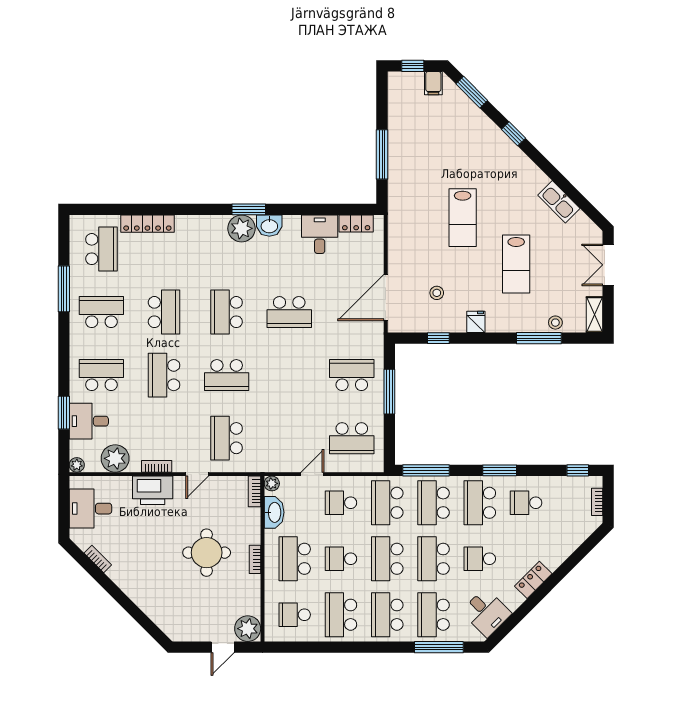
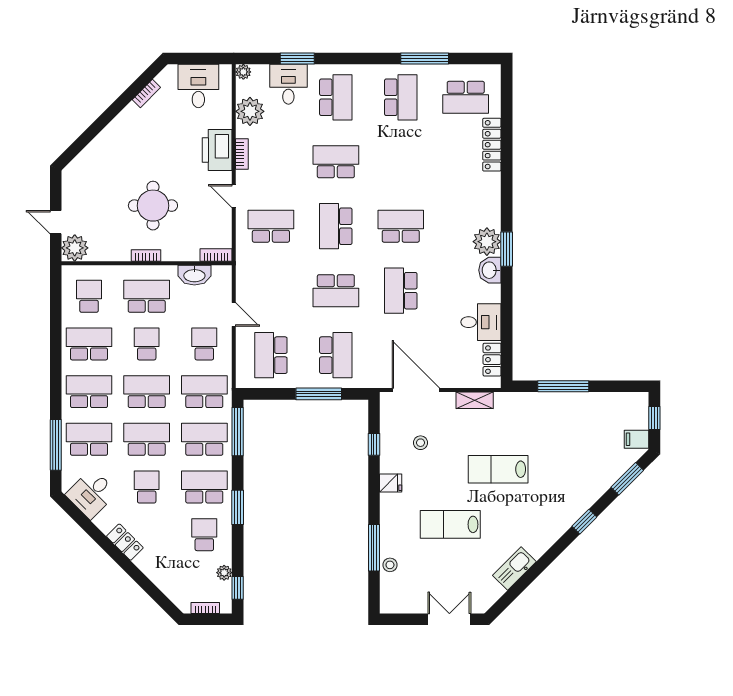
school desk: (164, 312) -> (336, 291), moved
shelving: (595, 315) -> (475, 400), moved
plant: (272, 483) -> (224, 573), moved

